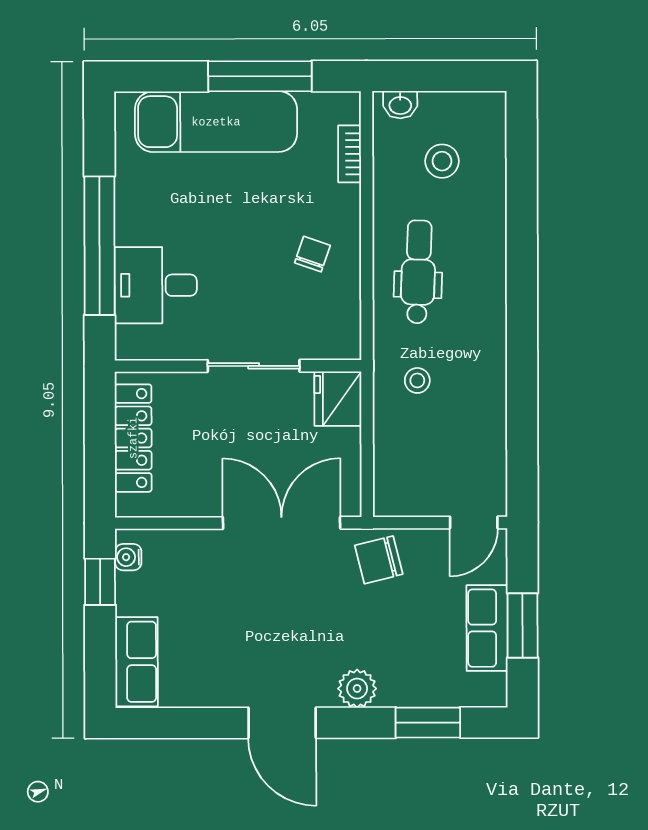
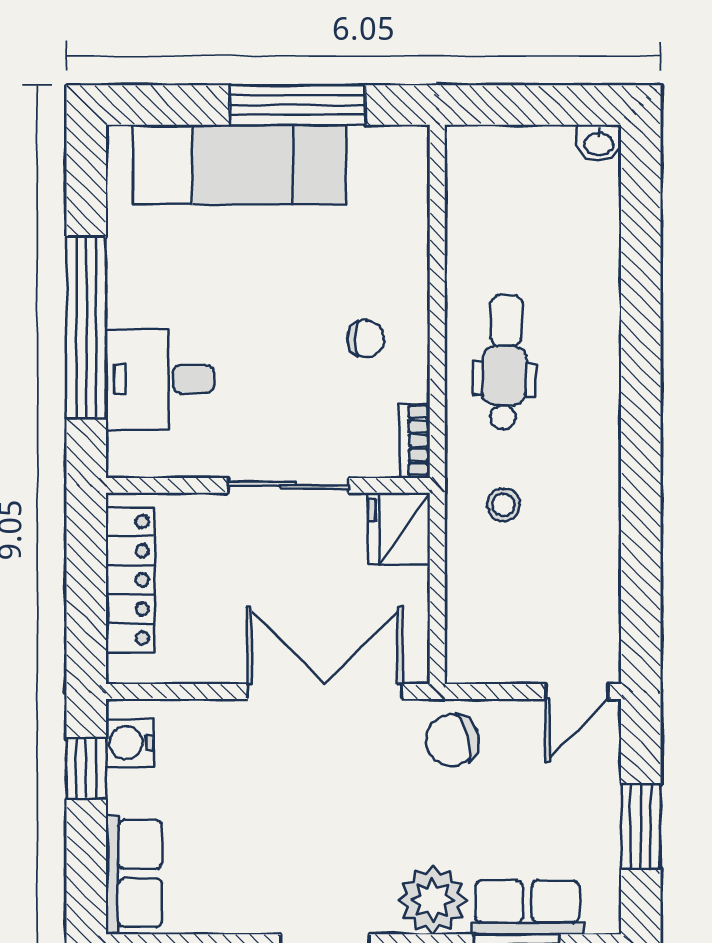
washbasin: (400, 105) -> (599, 143), moved
bookcase: (350, 154) -> (415, 441), moved
stool: (442, 161) -> (536, 217), removed
chair: (312, 254) -> (366, 339), turned 71
water cooler: (128, 557) -> (130, 743), width x1.38, depth x1.38
row of seats: (487, 628) -> (527, 907), moved, turned 90
plant: (357, 689) -> (433, 900), width x1.36, depth x1.36

